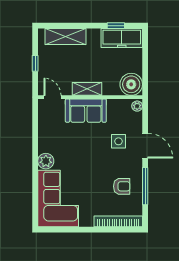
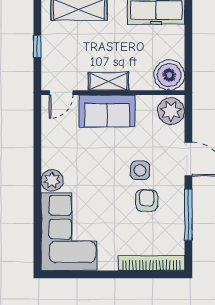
door: (52, 97) -> (61, 93), swing flipped
plant: (137, 106) -> (171, 111), width x1.88, depth x1.88
side table: (119, 141) -> (140, 170), moved
armchair: (122, 186) -> (147, 201), moved, turned -90

